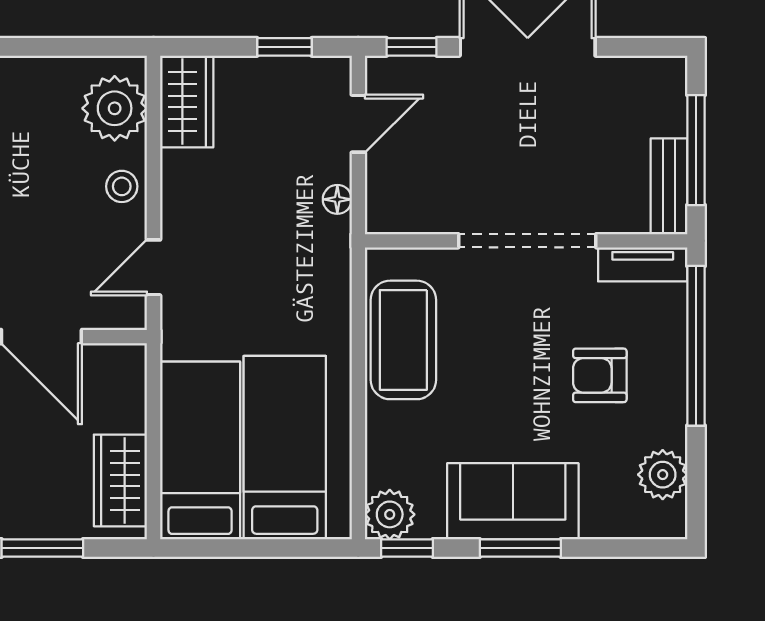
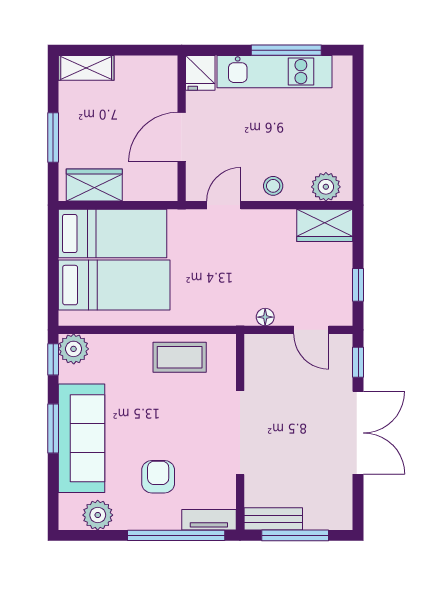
plant: (115, 108) -> (326, 187), width x0.73, depth x0.73
tv unit: (643, 264) -> (209, 520), moved, turned 90
door: (154, 267) -> (224, 205), hinge flipped
coffee table: (403, 340) -> (180, 357), width x0.73, depth x0.76
sofa: (513, 501) -> (82, 438), width x1.36

